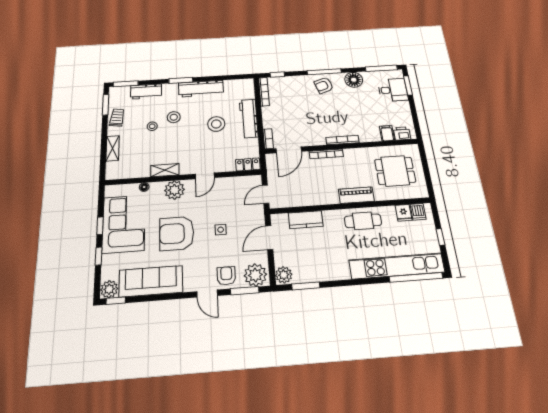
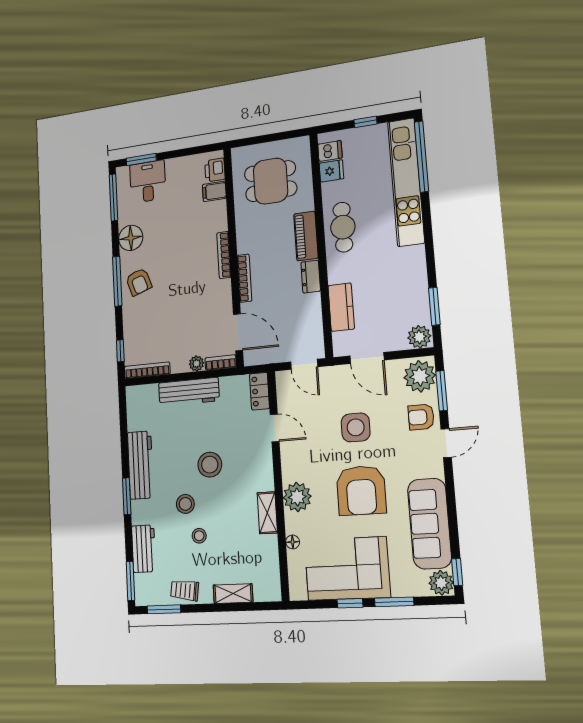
plant: (268, 123) -> (196, 363), added
stool: (216, 124) -> (210, 465), moved
dining table: (395, 171) -> (271, 181), turned 90
door: (205, 176) -> (275, 428), moved
dresser: (327, 199) -> (311, 277), added
side table: (221, 230) -> (356, 427), width x1.87, depth x1.87
window: (99, 256) -> (394, 602), width x1.50

